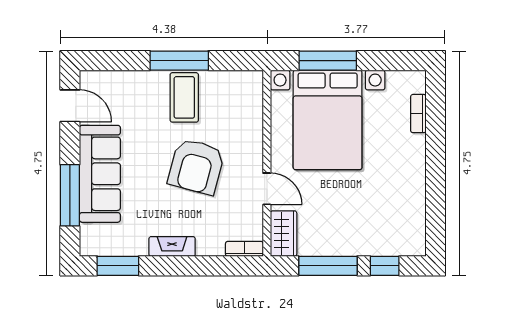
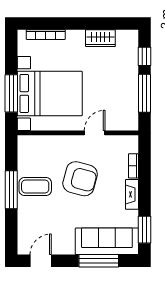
bookcase: (418, 114) -> (46, 35), width x1.56
sofa: (100, 174) -> (107, 241), moved
wardrobe: (284, 234) -> (100, 38), moved, turned 180
bookcase: (244, 249) -> (134, 166), moved

